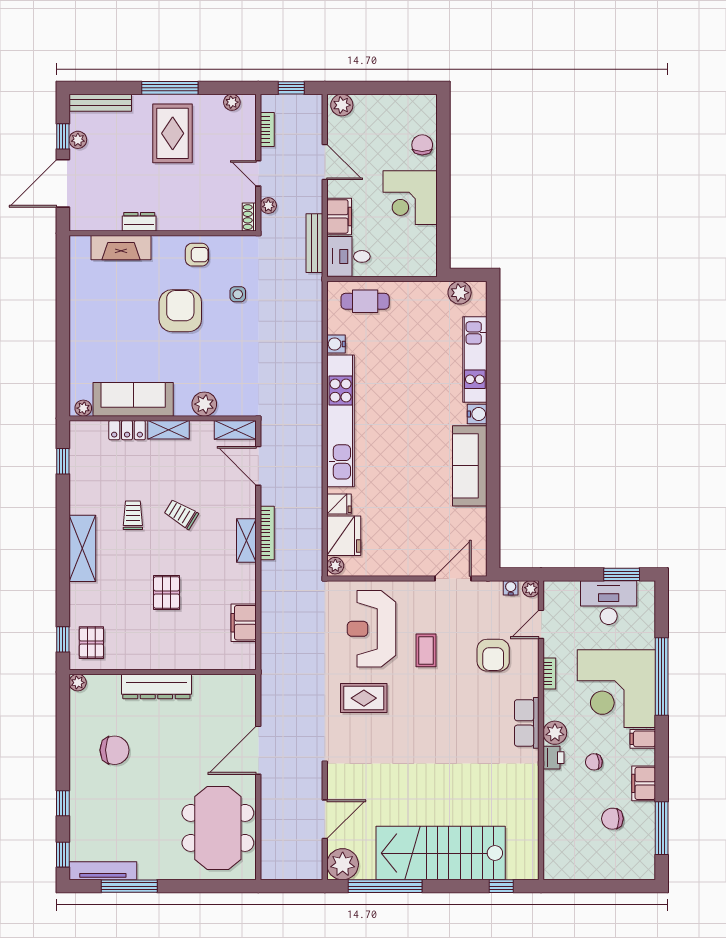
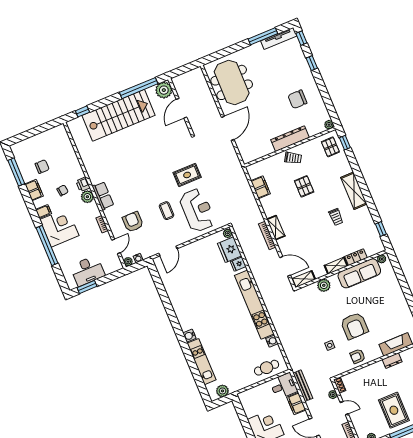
sofa: (470, 466) -> (183, 309), removed
trolley: (181, 514) -> (293, 158), moved
corner desk: (616, 689) -> (59, 228), width x0.74, depth x0.74

